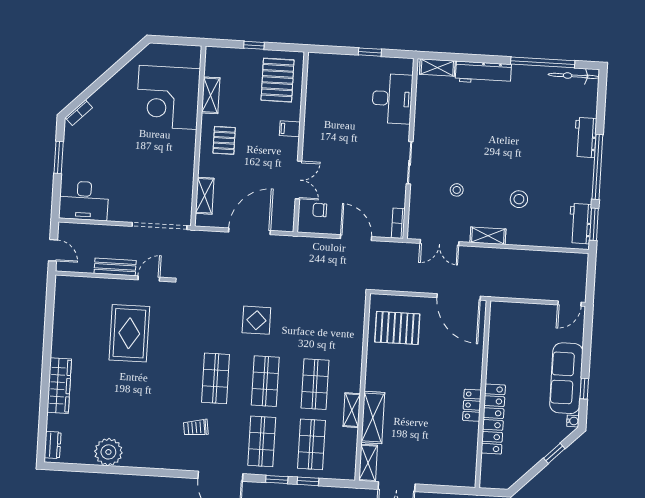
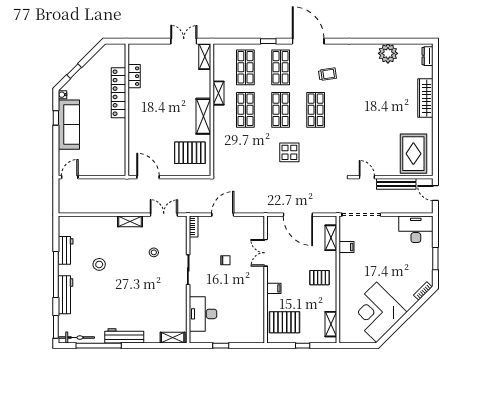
workbench: (483, 73) -> (124, 336), moved
pallet: (278, 80) -> (285, 322), turned 90
shelving: (211, 95) -> (331, 324), moved
corner desk: (168, 97) -> (377, 312), moved, turned -135
workbench: (585, 137) -> (66, 295), width x1.38
pallet: (224, 140) -> (320, 278), turned 90
filing cabinet: (183, 181) -> (347, 247), added
stool: (519, 199) -> (99, 264), moved
chair: (320, 210) -> (225, 260), moved
workbench: (580, 224) -> (66, 250), moved
window: (594, 224) -> (56, 327), moved
door: (249, 231) -> (298, 215), hinge flipped
door: (356, 238) -> (223, 215), swing flipped
bench: (115, 267) -> (396, 184), width x1.36
door: (149, 279) -> (367, 177), swing flipped
door: (459, 297) -> (148, 177), width x0.73
rug: (129, 333) -> (413, 154), moved
locker: (472, 405) -> (134, 76), moved
shelving: (373, 417) -> (203, 116), moved
window: (308, 481) -> (246, 41), removed

